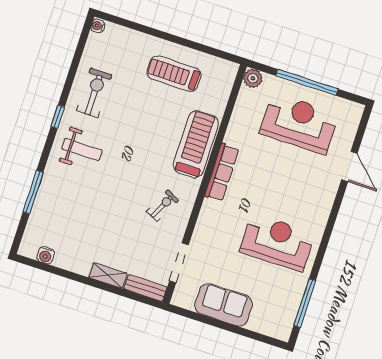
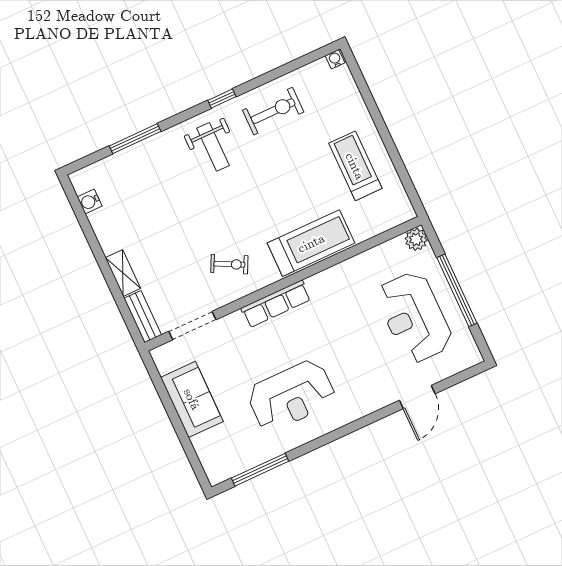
reception desk: (299, 123) -> (414, 317), turned 180
row of seats: (222, 172) -> (276, 304), moved
reception desk: (277, 242) -> (291, 396), turned 90

